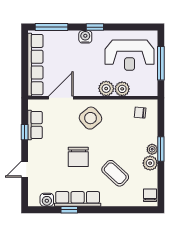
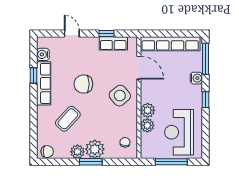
water cooler: (85, 37) -> (196, 78), moved
plant: (152, 149) -> (95, 149), width x1.88, depth x1.88

